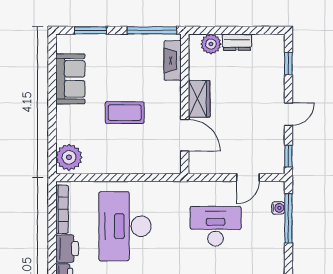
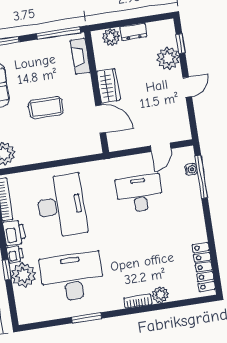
plant: (272, 78) -> (168, 58), added
window: (288, 156) -> (193, 123), removed
desk: (125, 226) -> (61, 206), turned 180

